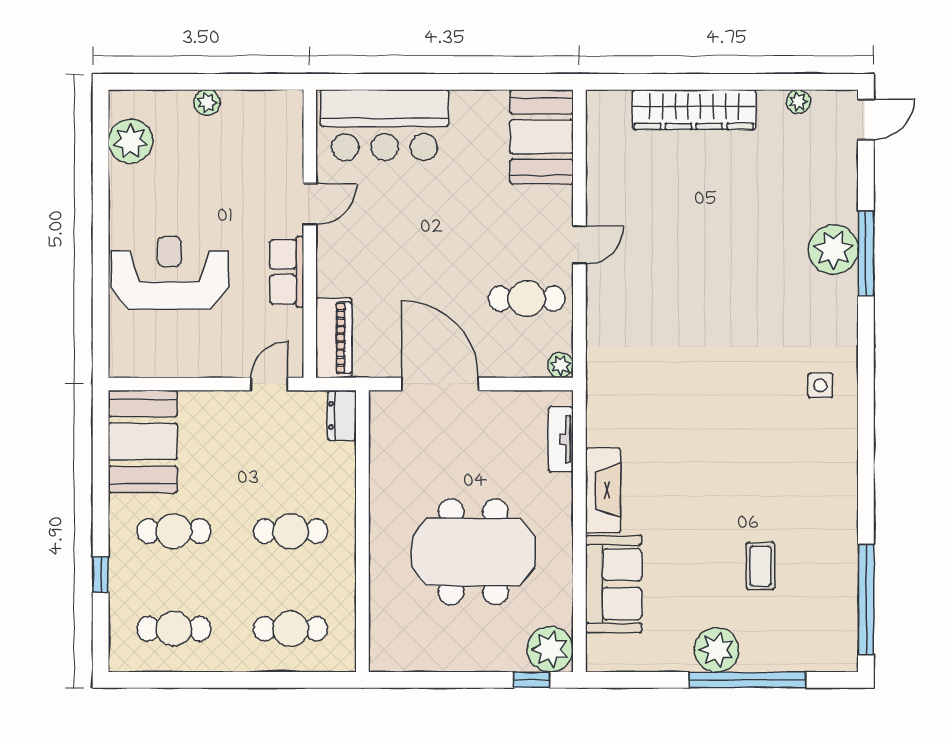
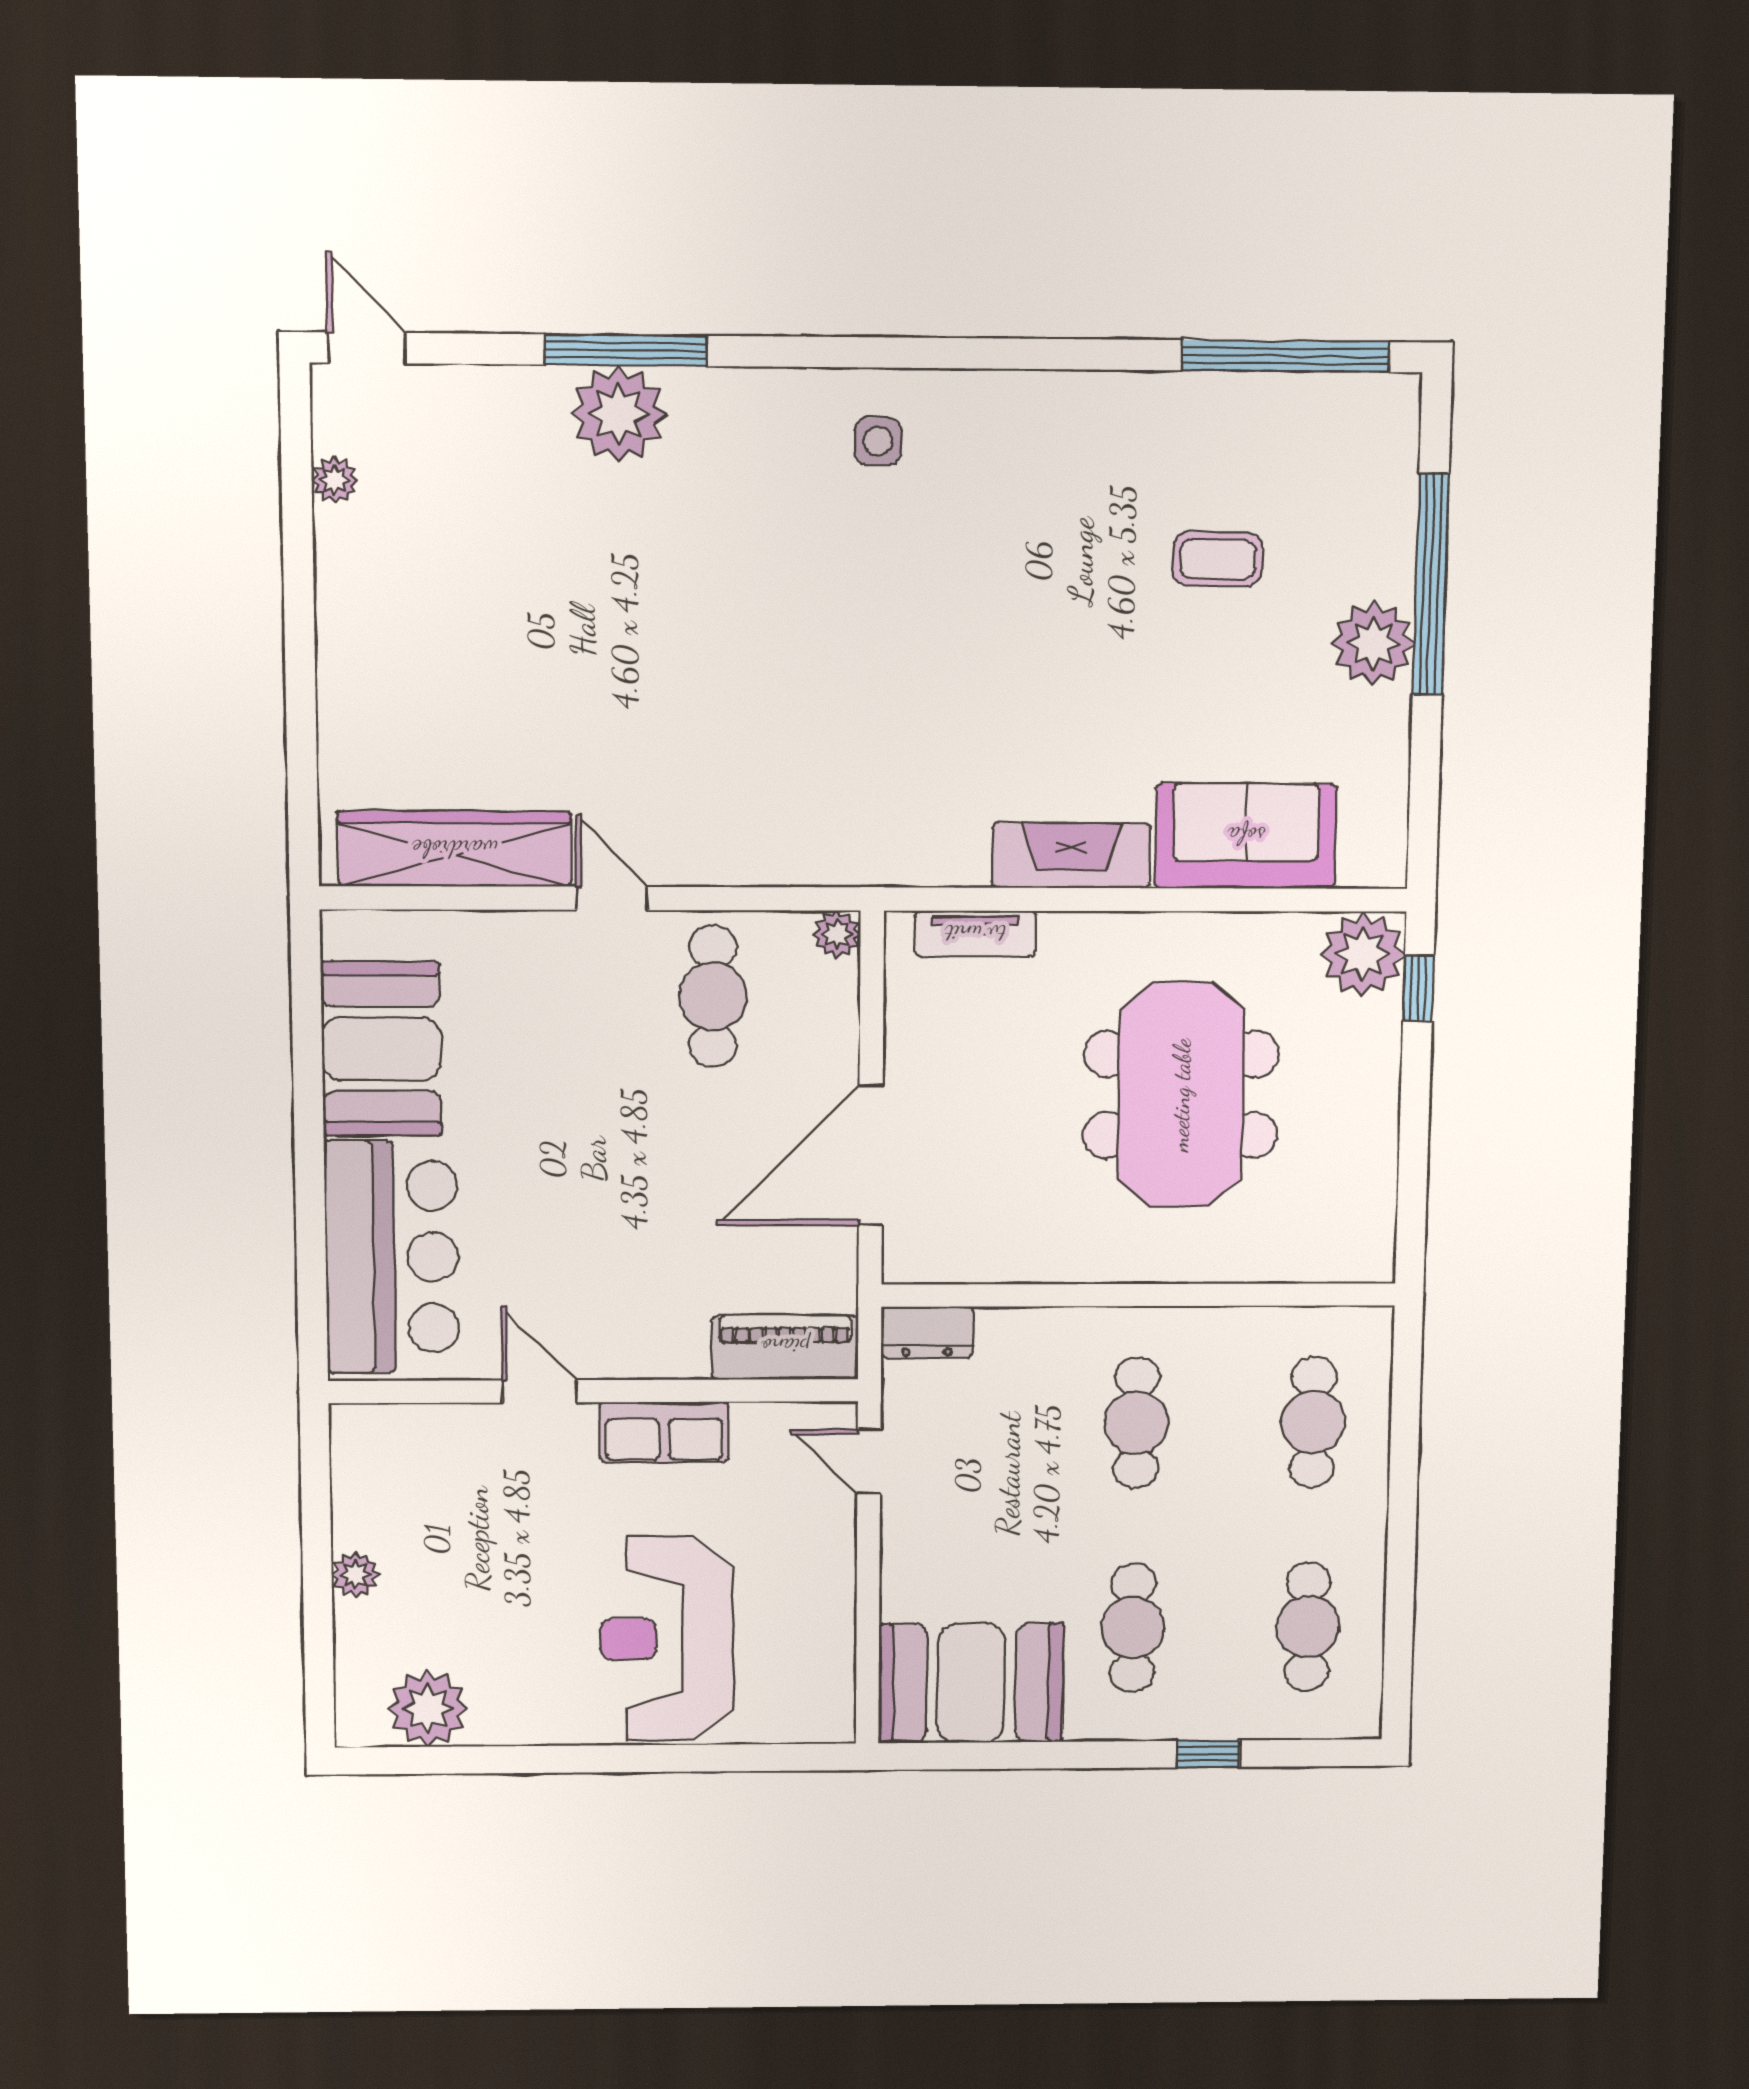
wardrobe: (694, 110) -> (455, 849), moved, turned -90
booth: (542, 137) -> (381, 1049), moved, turned 90

